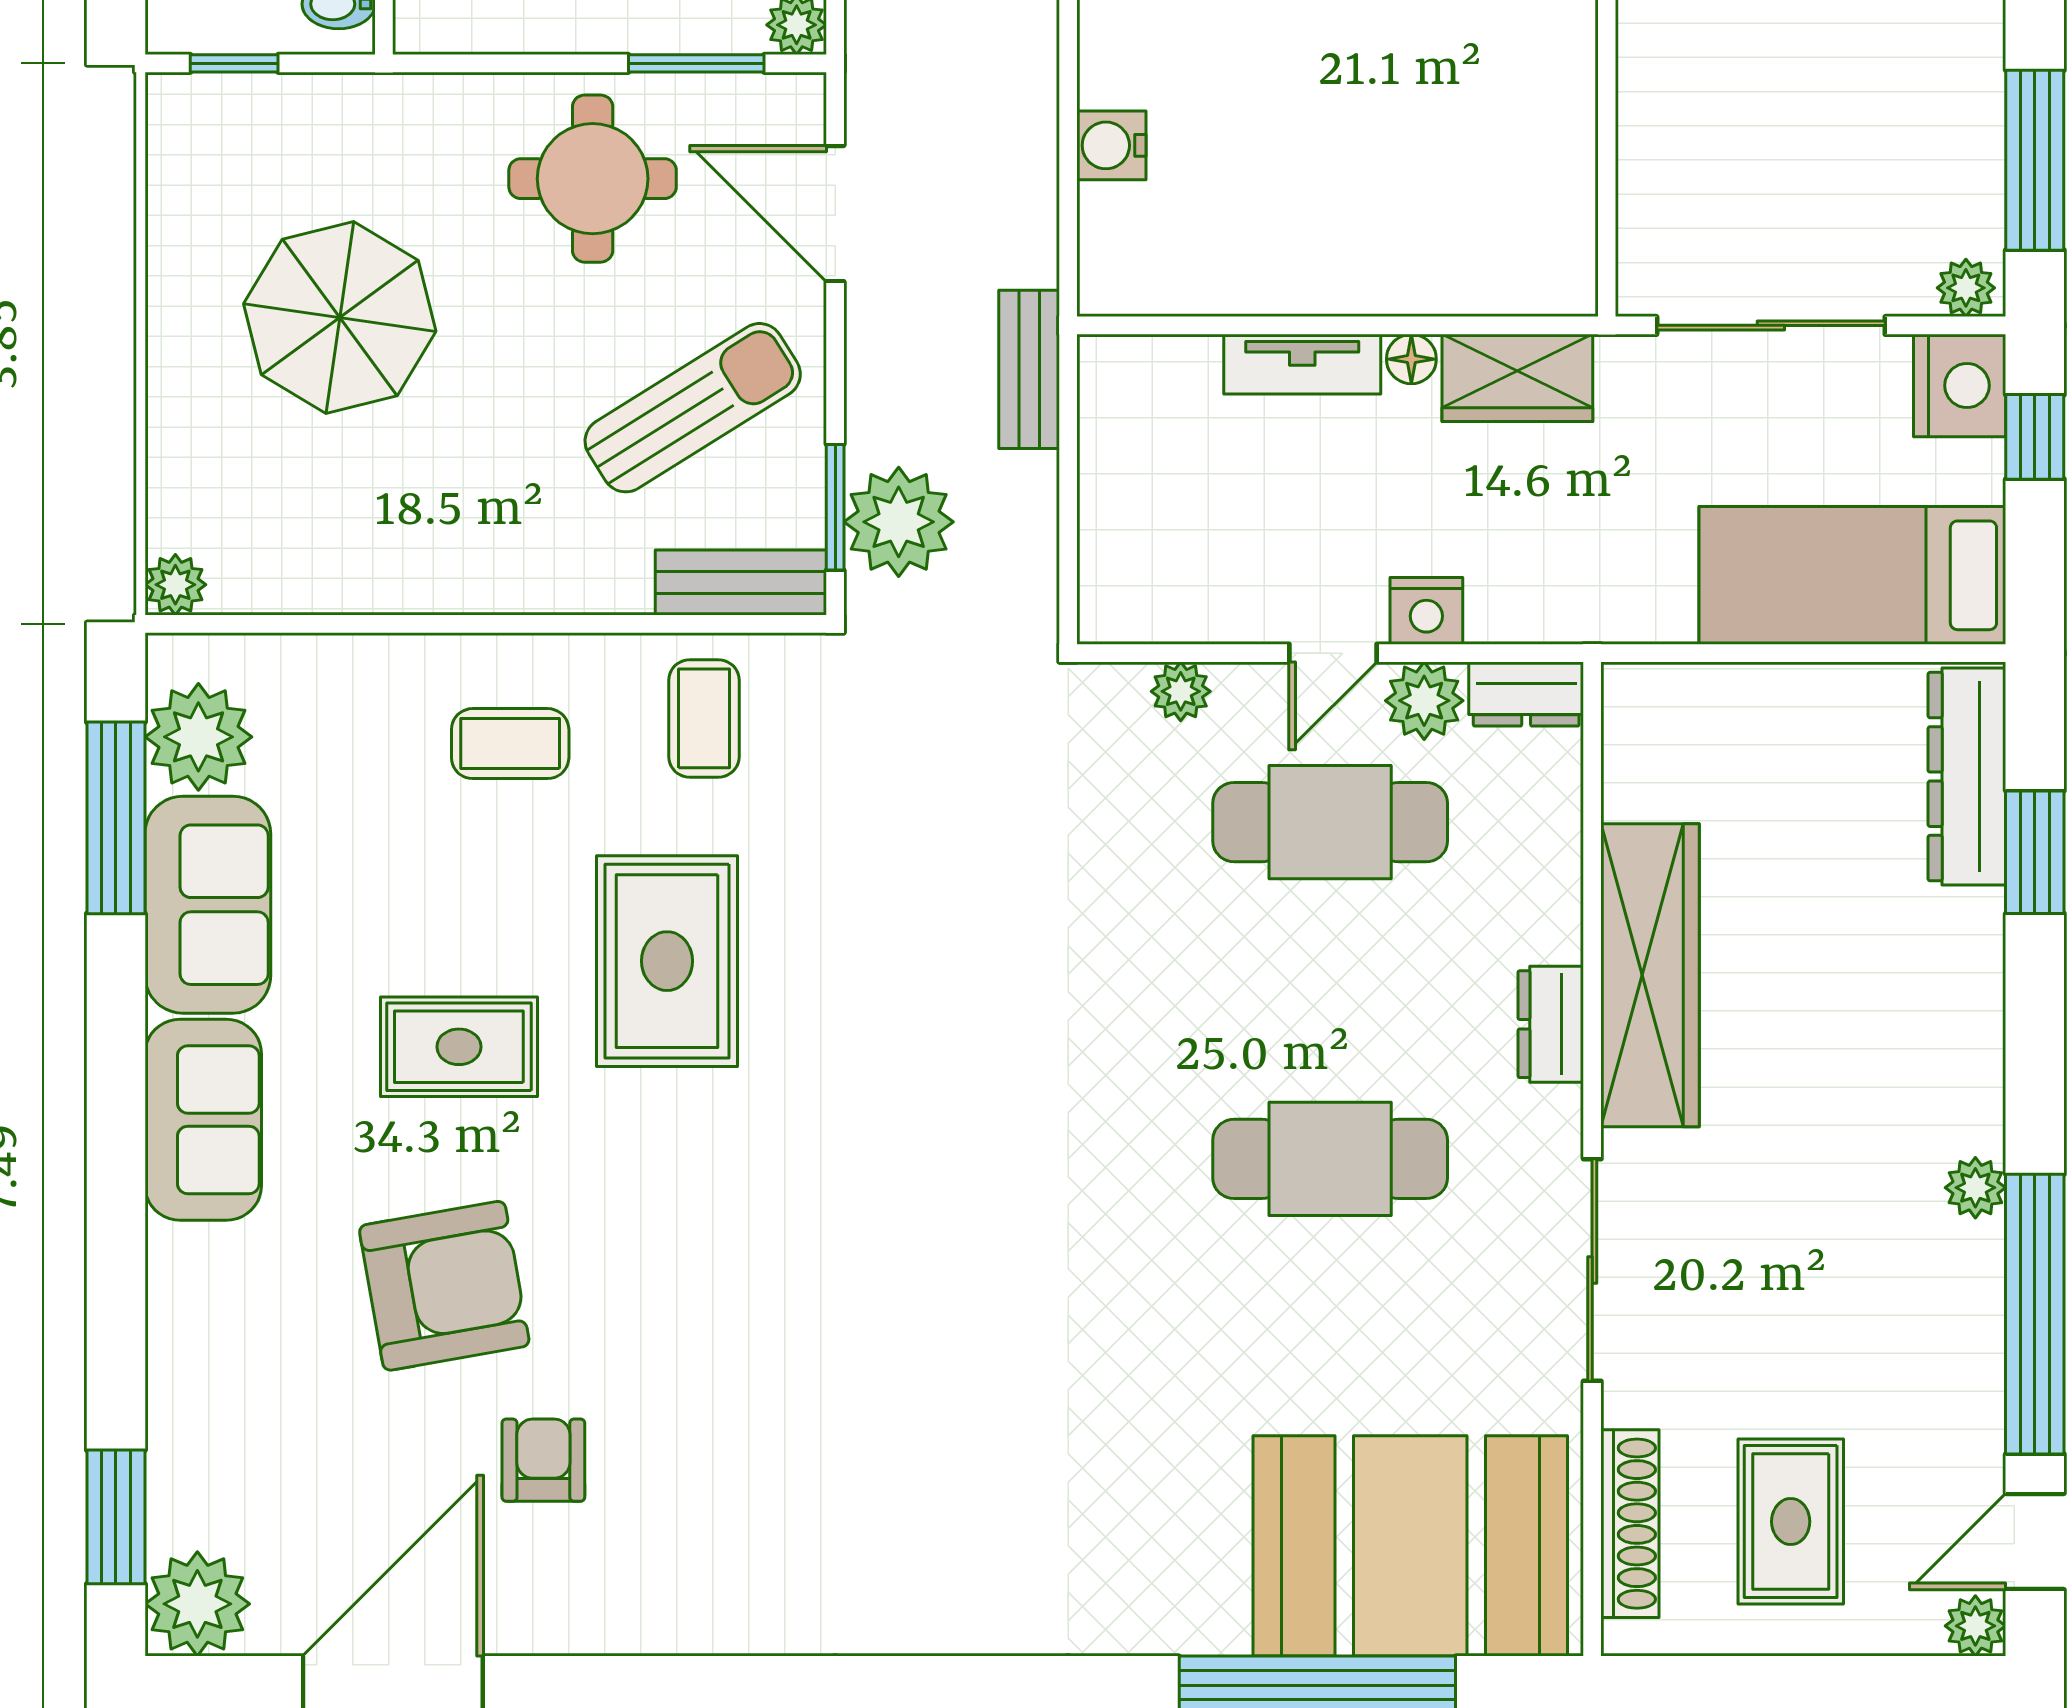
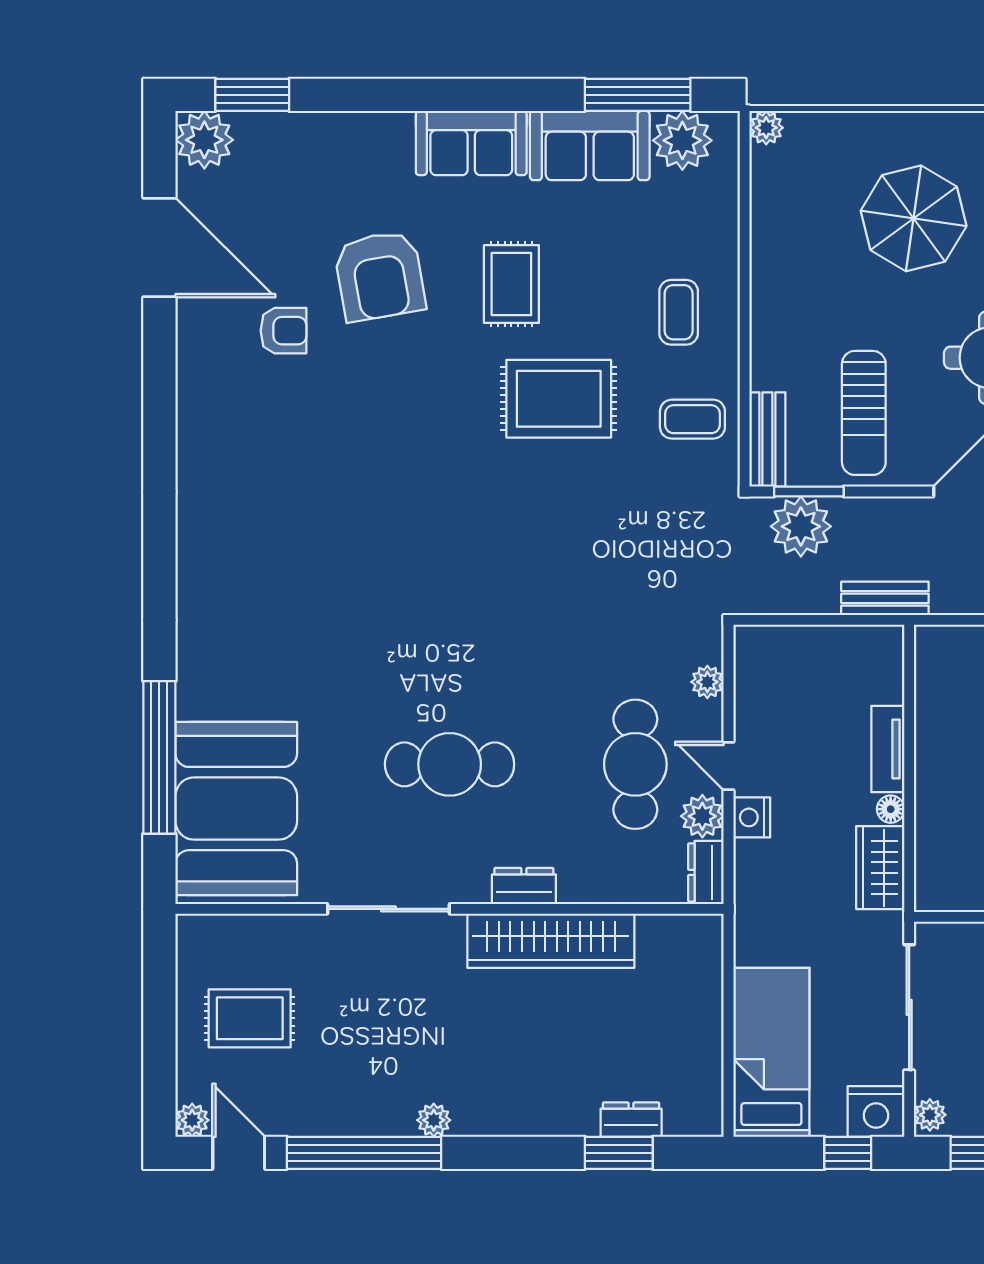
sun lounger: (693, 408) -> (864, 413), turned 32
dresser: (1967, 777) -> (631, 1120), width x0.51, depth x0.80
cafe table: (1330, 1159) -> (450, 764), turned 90
shoe rack: (1630, 1524) -> (249, 930), removed

